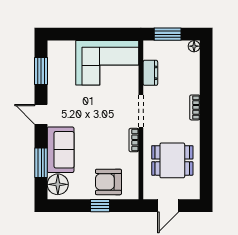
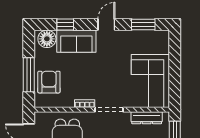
dresser: (150, 73) -> (147, 118), width x1.44
window: (41, 163) -> (65, 25), width x0.67
window: (100, 206) -> (29, 75), width x2.17

